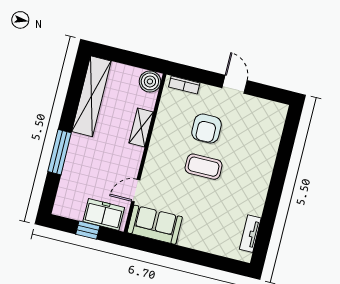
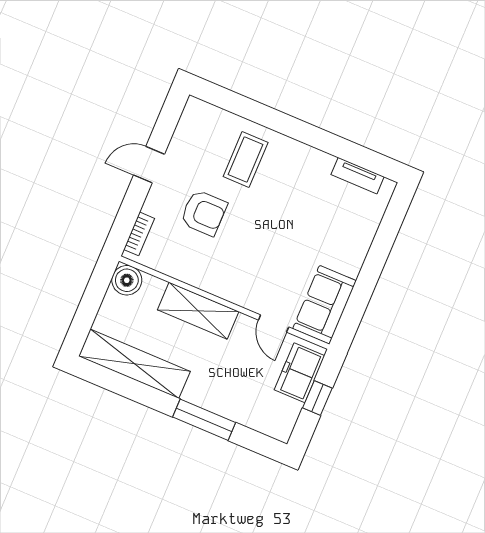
shelving: (141, 127) -> (198, 311), width x1.50, depth x1.33
coffee table: (204, 167) -> (246, 159), moved

